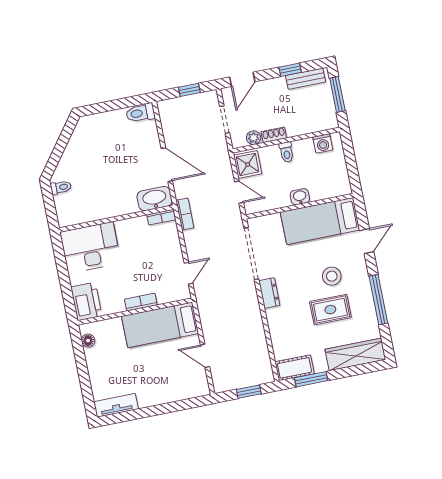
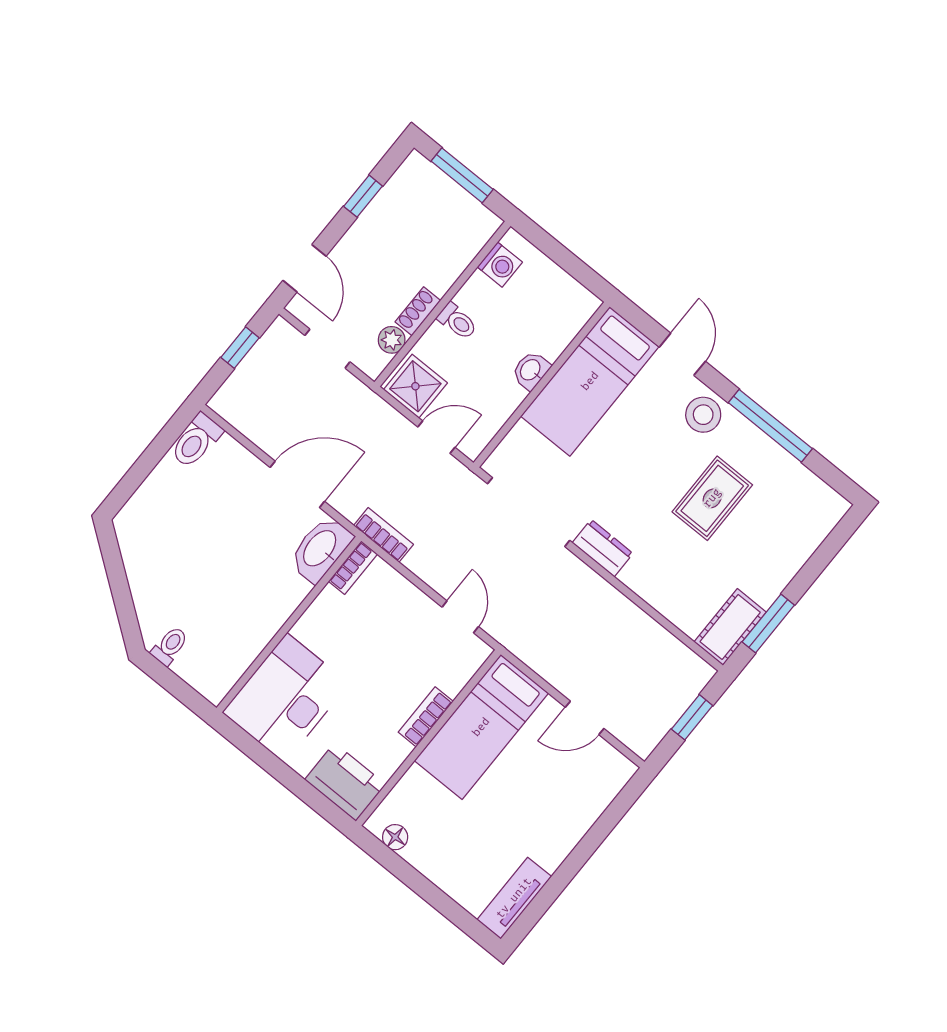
bench: (305, 79) -> (396, 191), removed
stool: (332, 276) -> (703, 415), moved
wardrobe: (355, 354) -> (803, 534), removed

